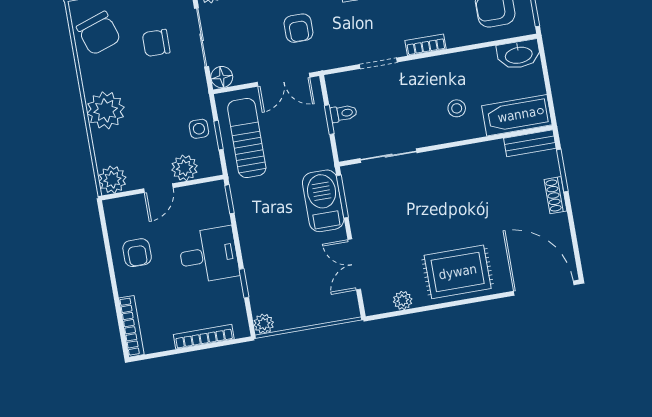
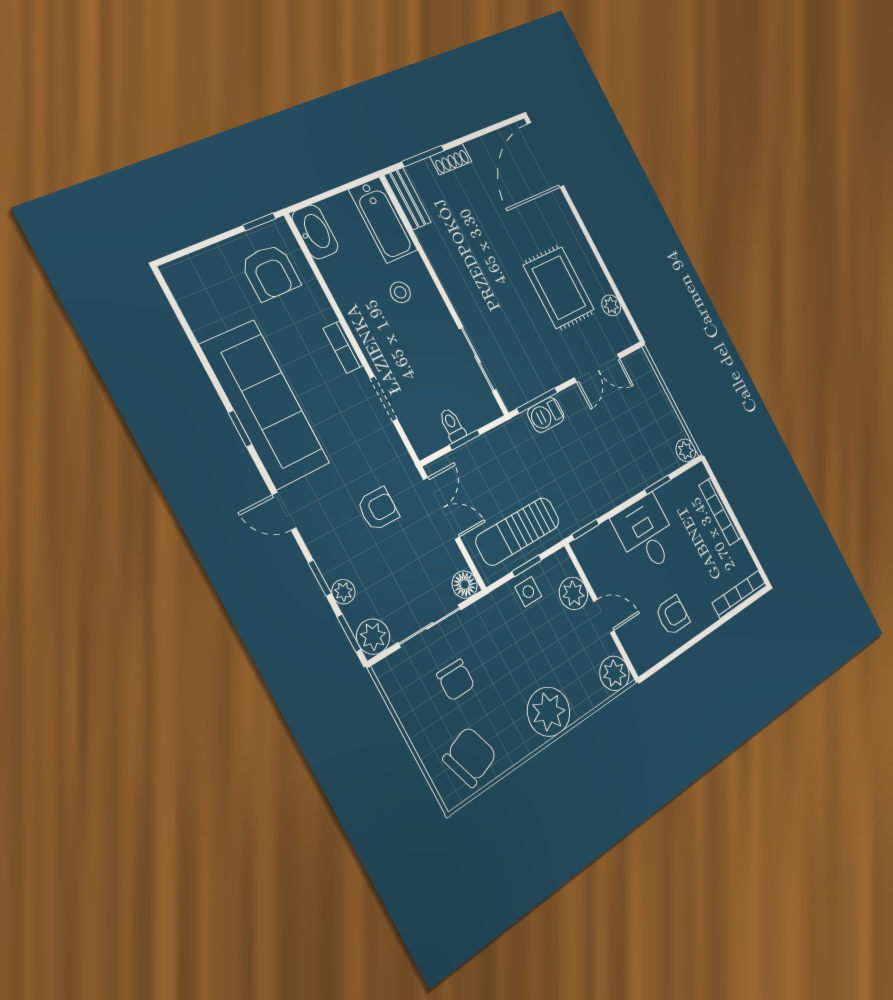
barbecue: (323, 201) -> (546, 415), width x0.53, depth x0.65
rug: (458, 272) -> (559, 288), moved

